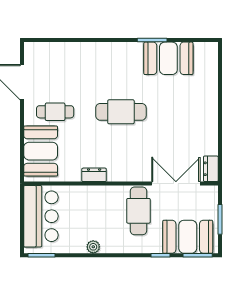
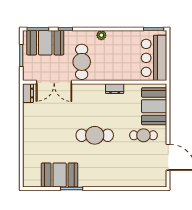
plant: (93, 247) -> (101, 35), moved

